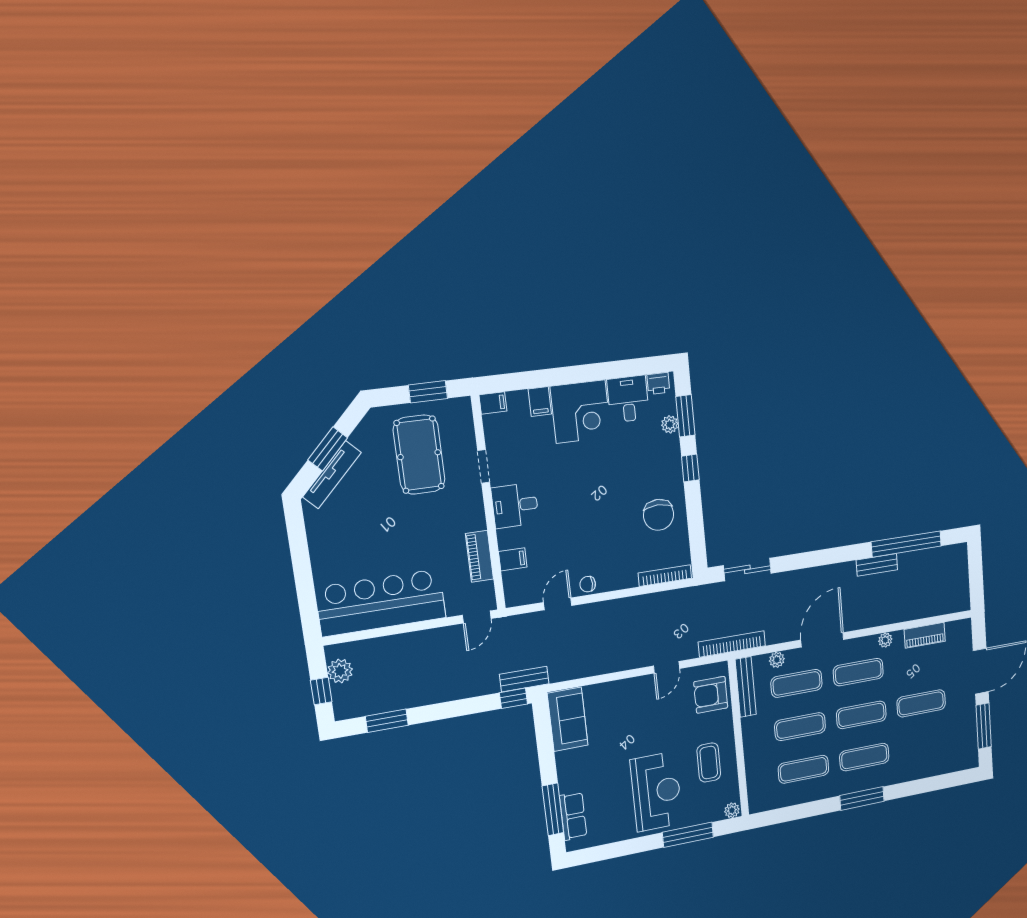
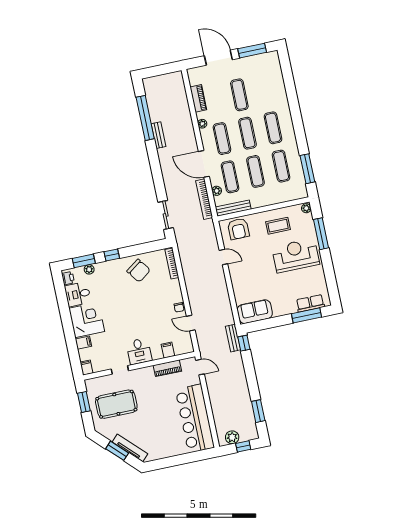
chair: (659, 515) -> (139, 271), turned 54
bookcase: (732, 644) -> (204, 199), moved
window: (862, 798) -> (307, 169), moved

